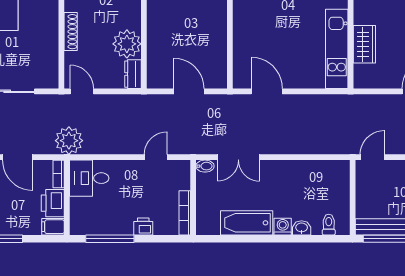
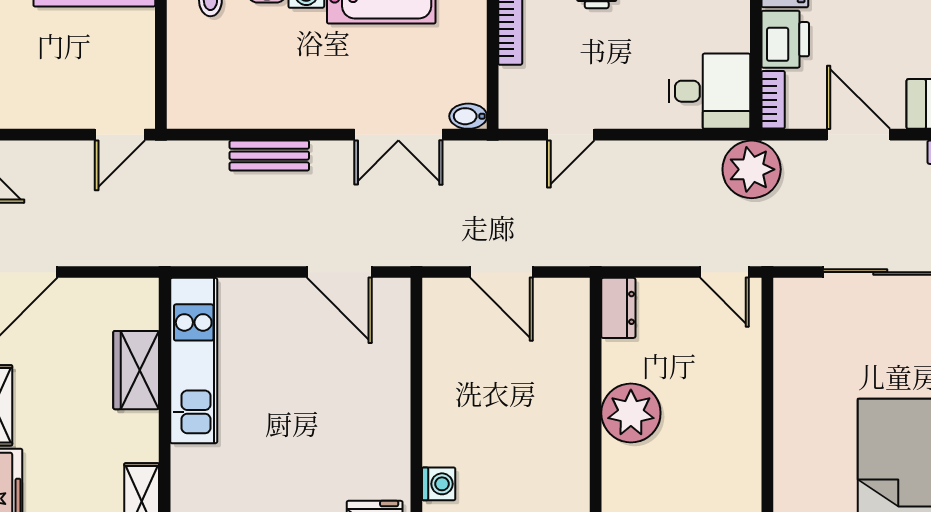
shoe rack: (71, 32) -> (748, 396), removed
plant: (127, 44) -> (631, 413), moved
bench: (300, 147) -> (269, 156), added
double door: (238, 157) -> (398, 135), swing flipped

